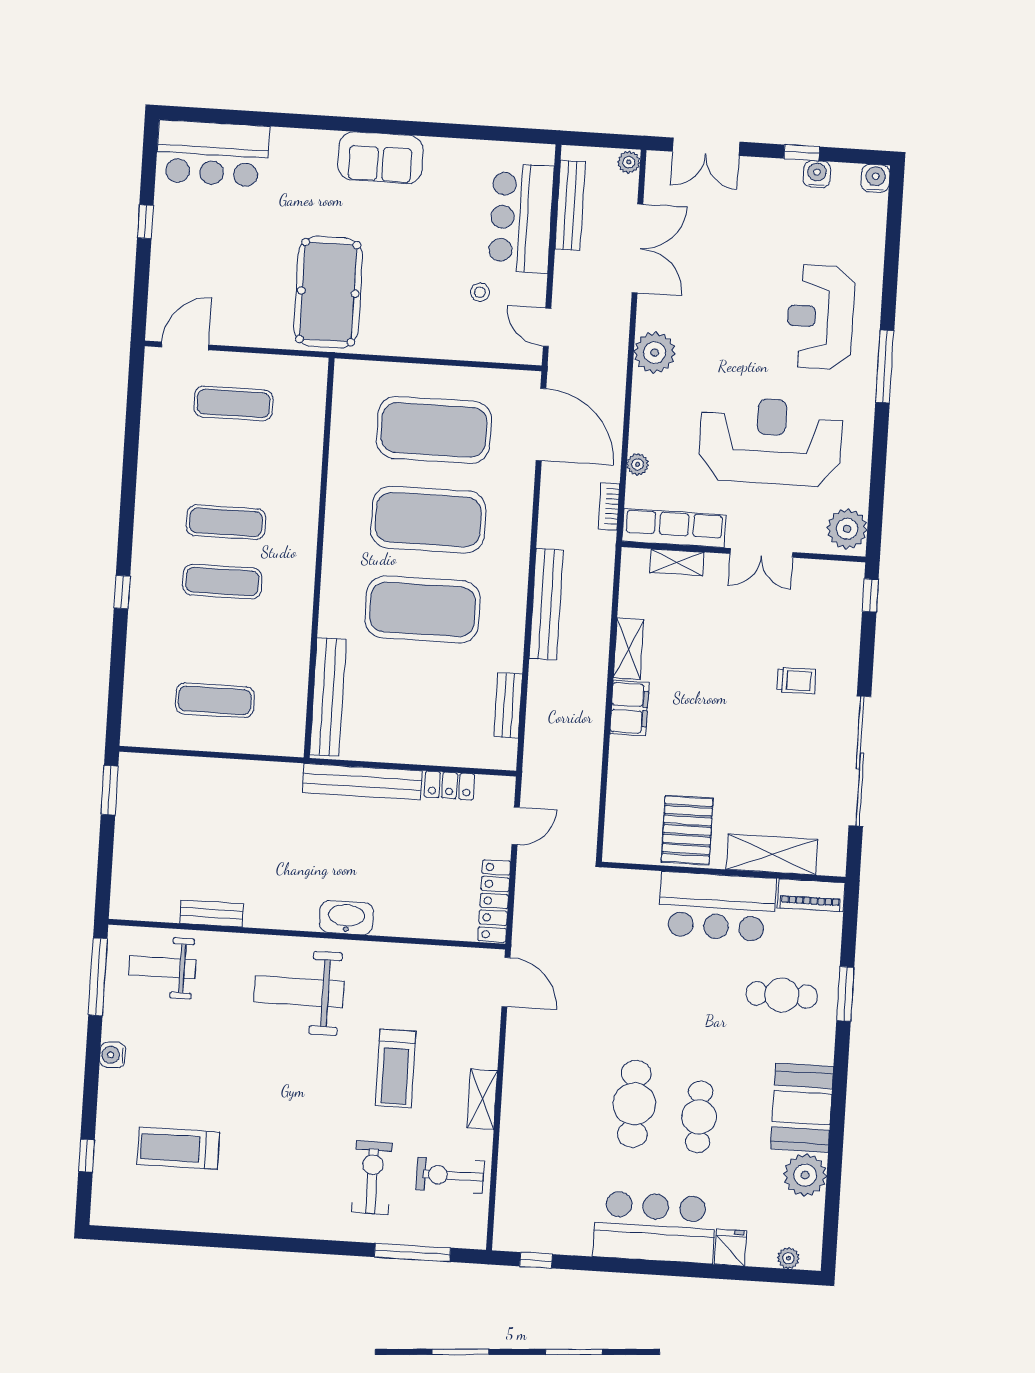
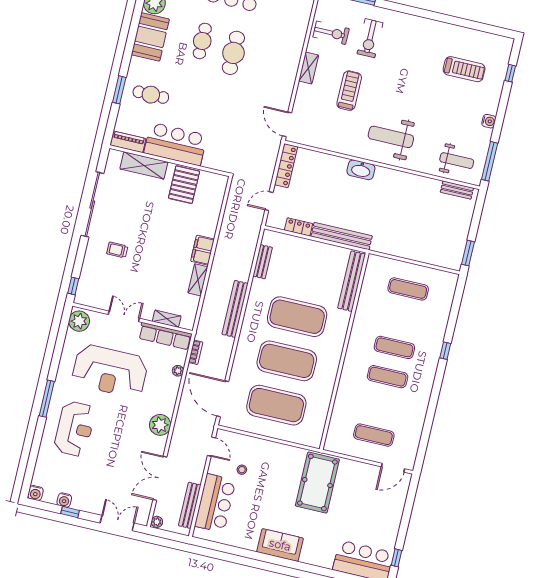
window: (145, 222) -> (397, 558), moved
bench: (212, 913) -> (457, 190), moved
weight bench: (299, 992) -> (391, 137), turned 180

